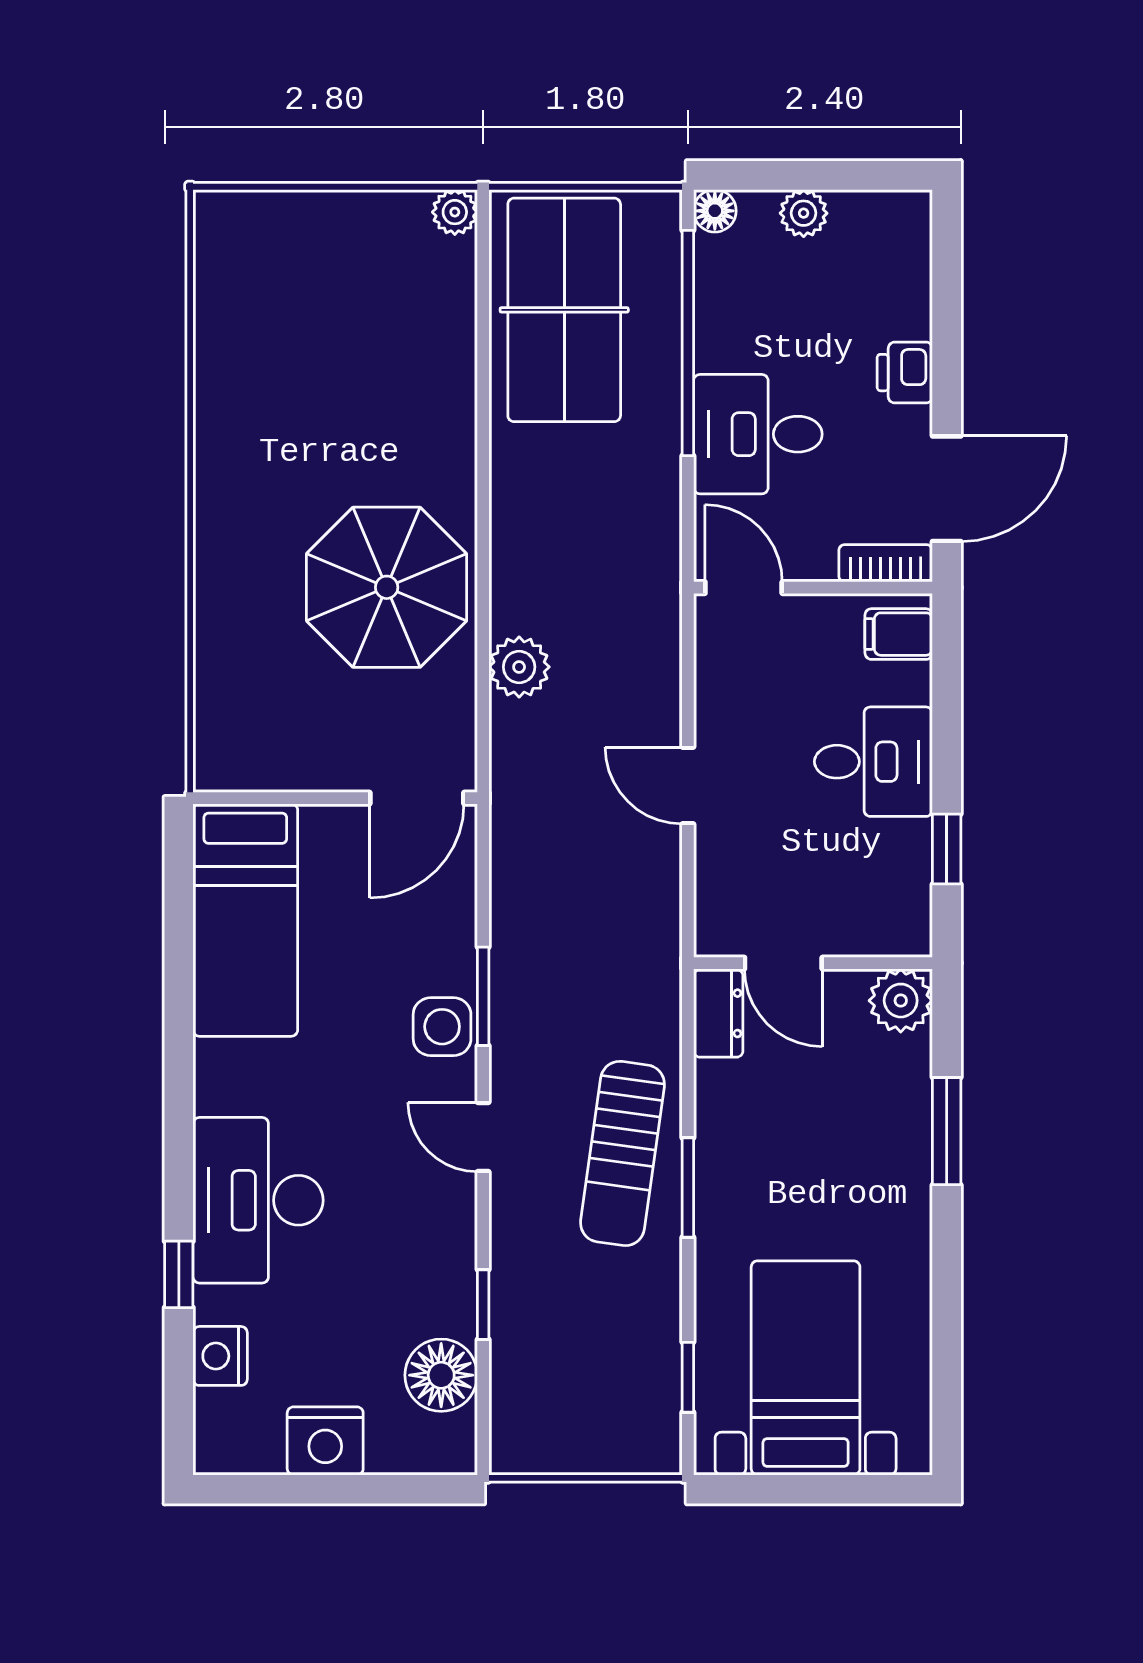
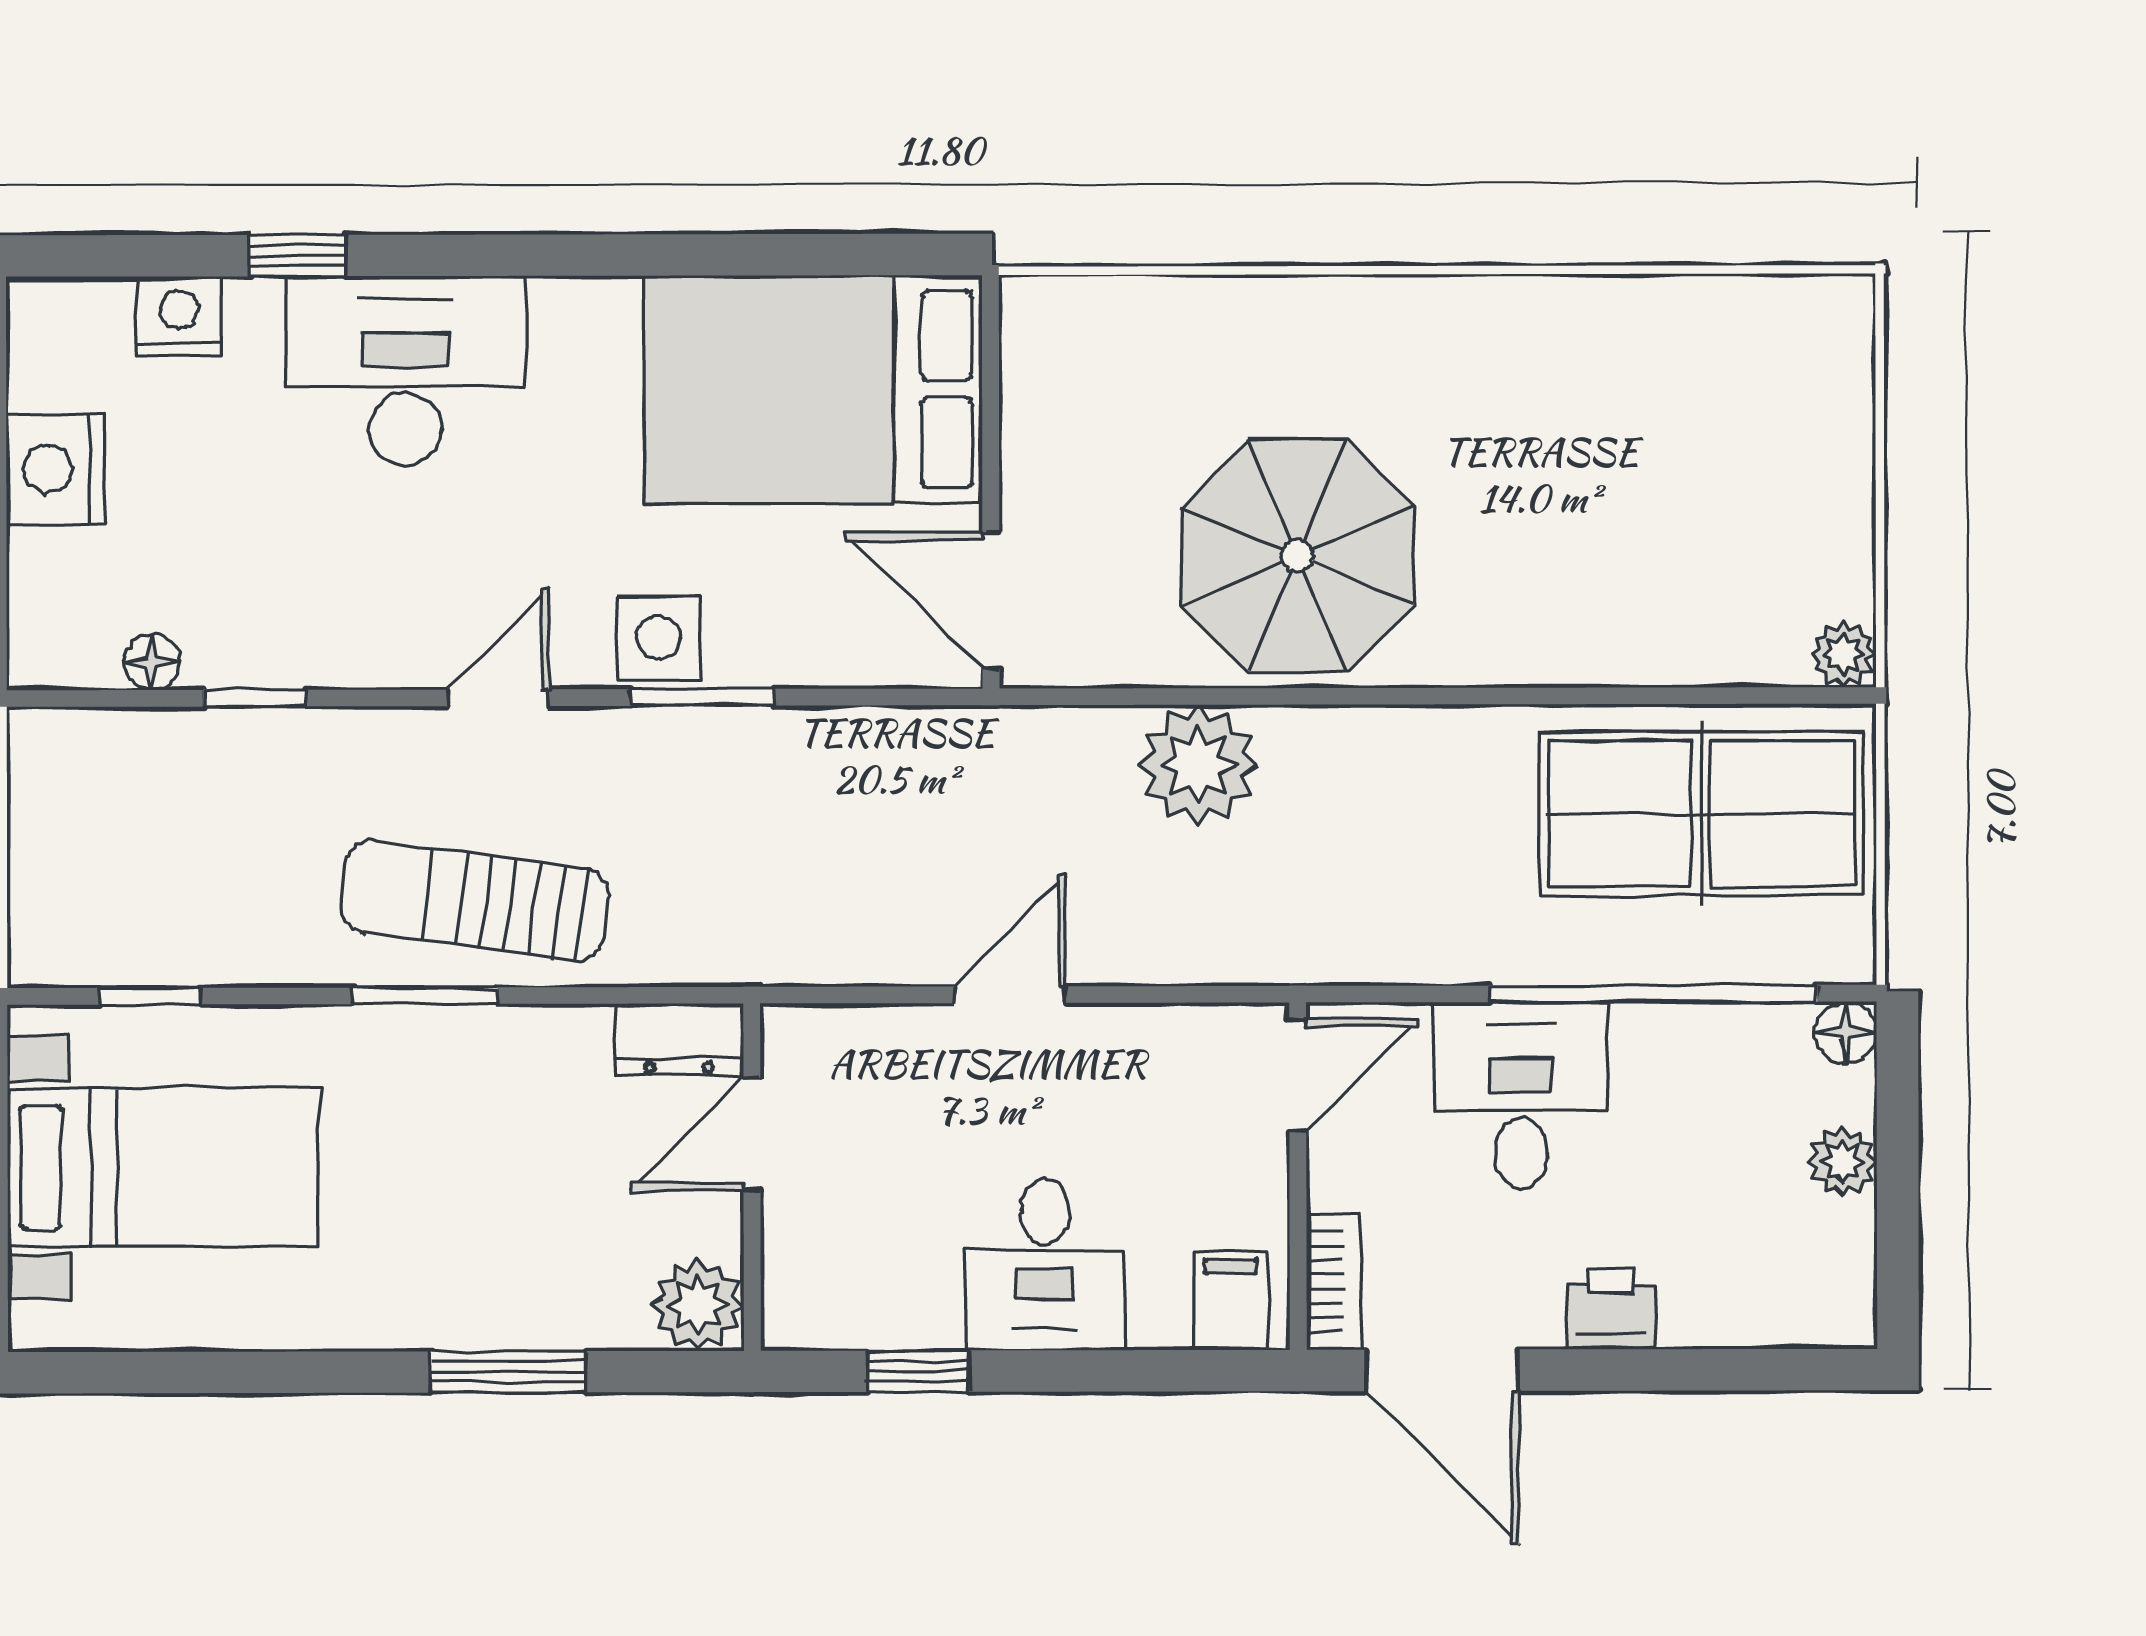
plant: (519, 667) -> (1198, 765), width x1.36, depth x1.36
bed: (245, 920) -> (813, 389), width x1.50
floor lamp: (441, 1375) -> (152, 662), width x0.53, depth x0.53

